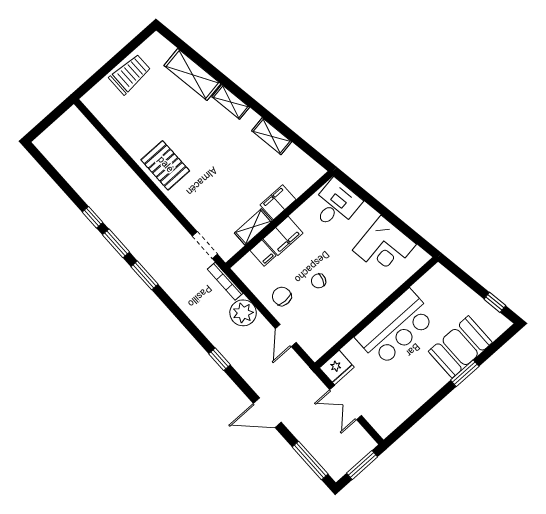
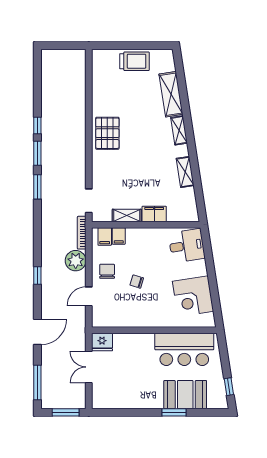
filing cabinet: (283, 236) -> (105, 236), moved, width x0.50
bar counter: (395, 328) -> (184, 349), moved
door: (267, 413) -> (37, 332), swing flipped

